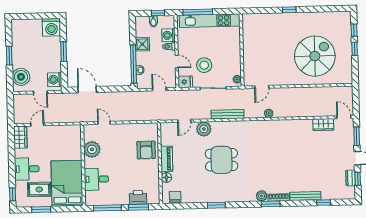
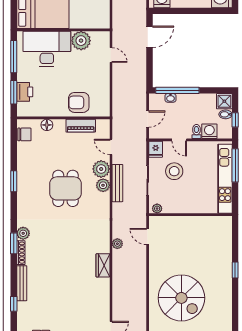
shower: (142, 44) -> (224, 101), moved
window: (64, 52) -> (194, 11), removed
door: (177, 61) -> (179, 140), hinge flipped
bench: (228, 114) -> (117, 183), moved
door: (104, 123) -> (111, 55), hinge flipped
wardrobe: (323, 125) -> (103, 265), moved
plant: (218, 127) -> (103, 185), added
piano: (167, 159) -> (81, 126), moved
desk: (96, 179) -> (47, 49), width x1.87, depth x1.30

